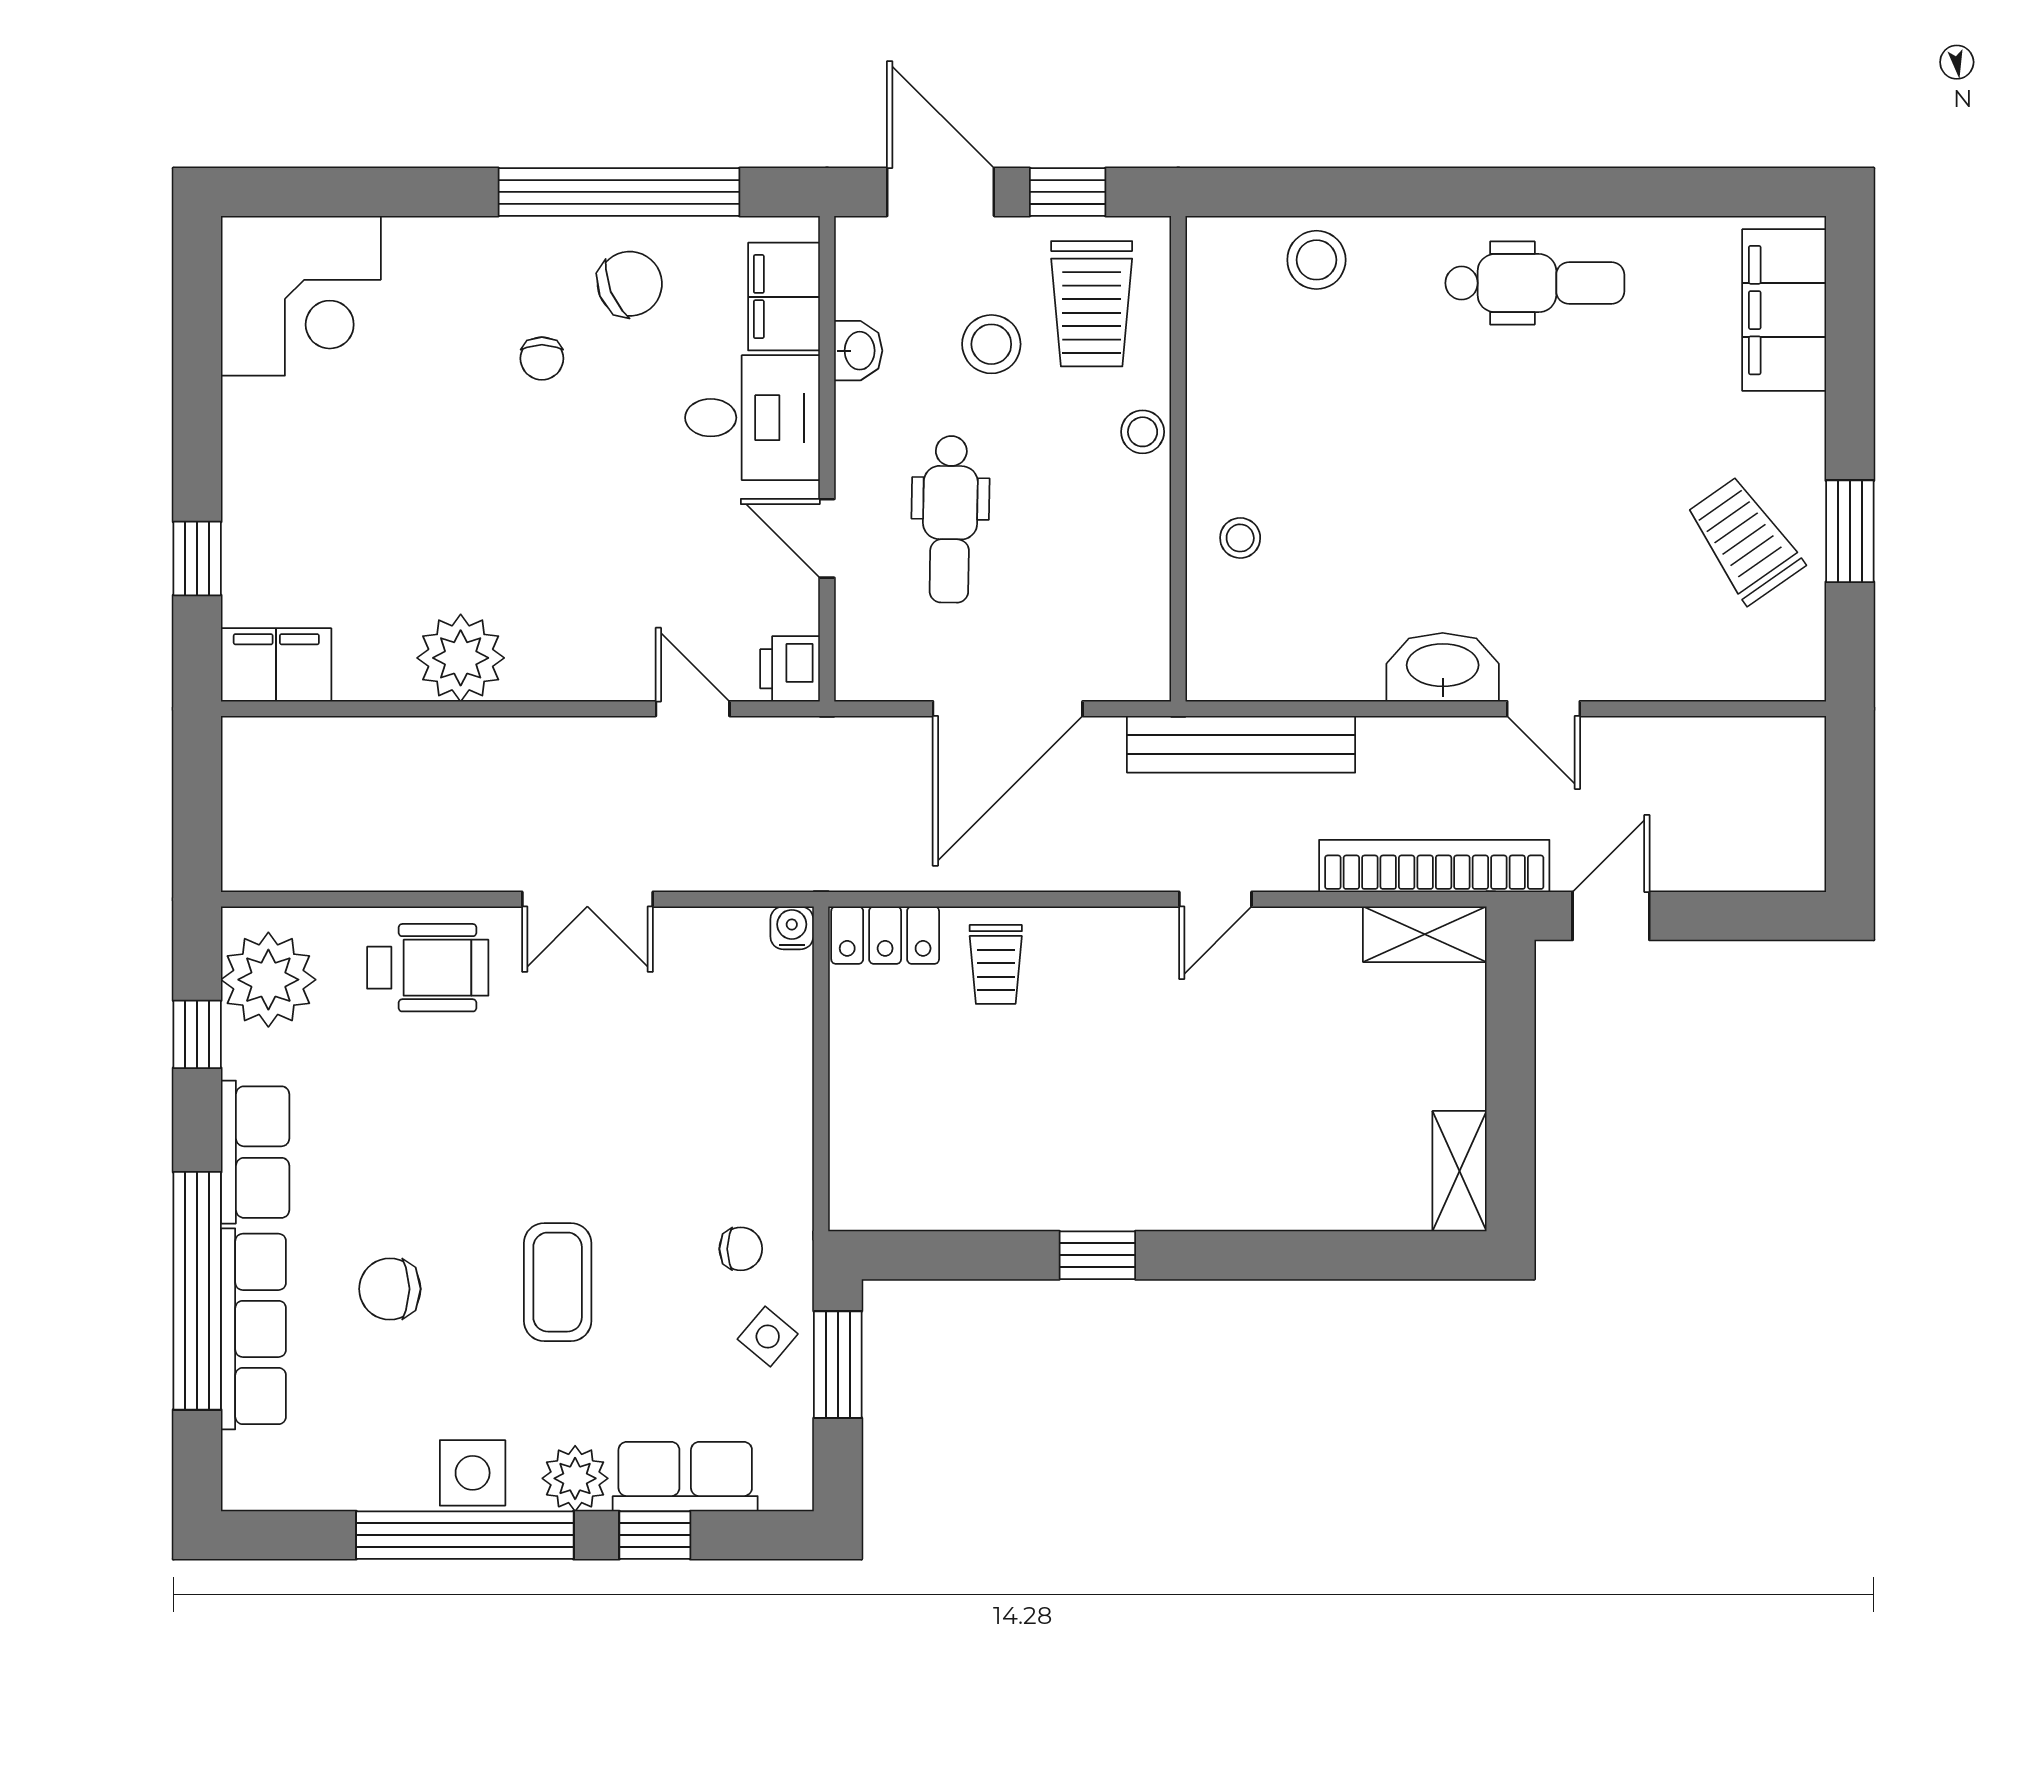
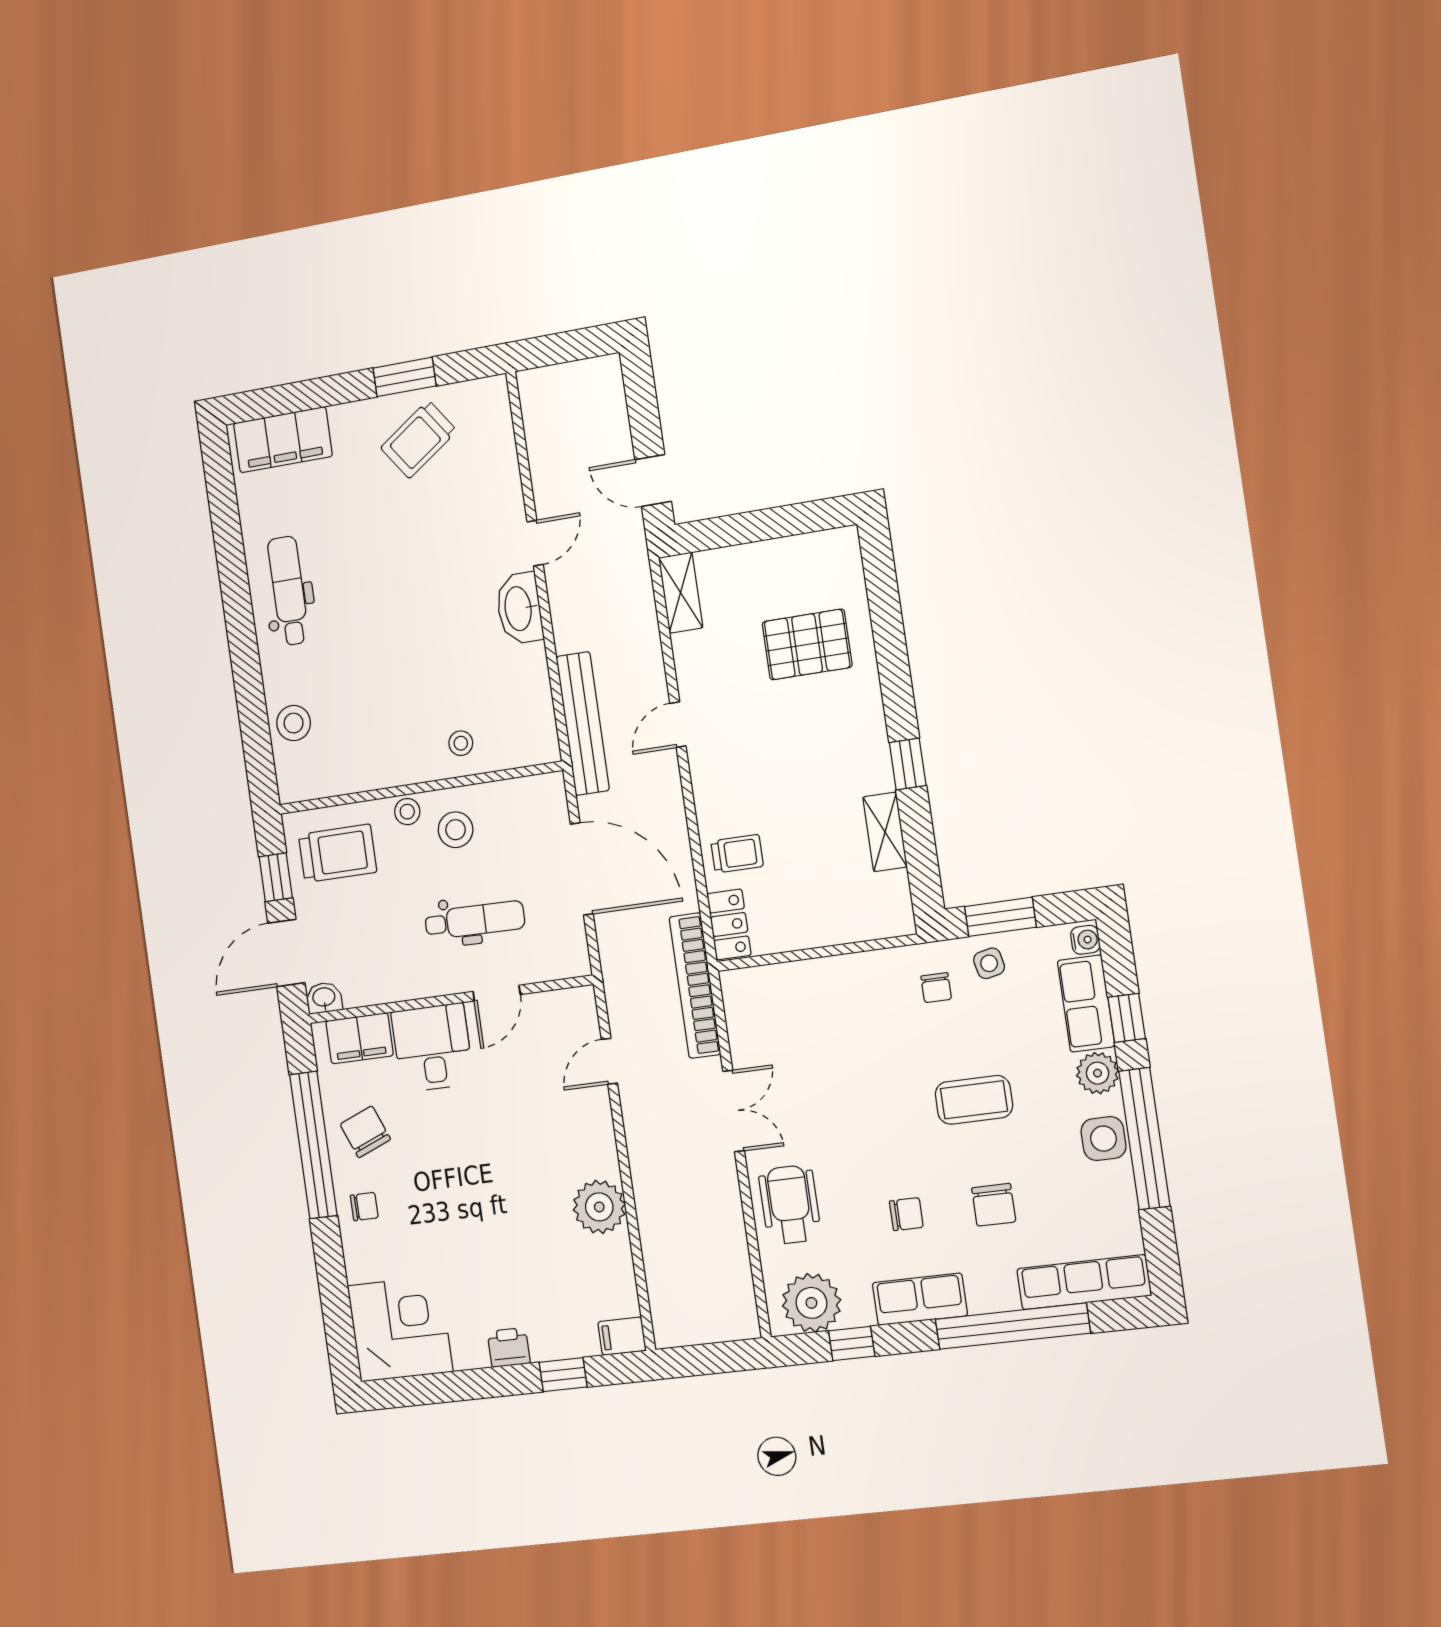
stool: (991, 344) -> (456, 830), moved
washbasin: (858, 351) -> (324, 998), moved
chair: (542, 358) -> (364, 1206), moved
filing cabinet: (276, 665) -> (622, 1336), width x0.50
printer: (790, 669) -> (509, 1347), moved, turned 180
bookcase: (1434, 866) -> (695, 986), moved
door: (1215, 899) -> (678, 725), swing flipped
water cooler: (792, 928) -> (1085, 940), moved, turned 180
pallet: (1310, 1124) -> (807, 644), added
chair: (391, 1150) -> (906, 1214), added
shelving: (1460, 1171) -> (885, 832), moved, turned 90
chair: (741, 1249) -> (936, 988), turned 180
row of seats: (253, 1329) -> (1084, 1282), moved
side table: (768, 1337) -> (989, 963), turned 38

